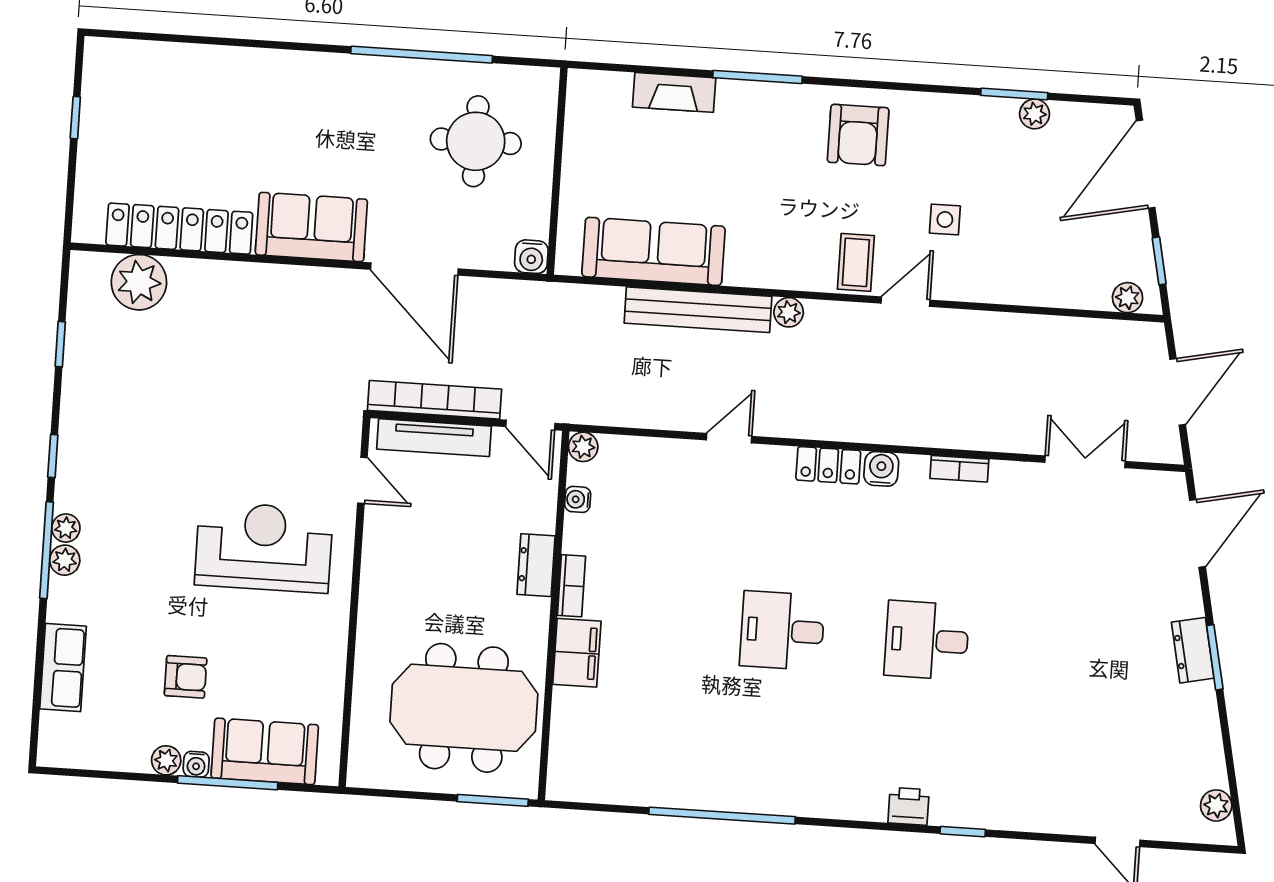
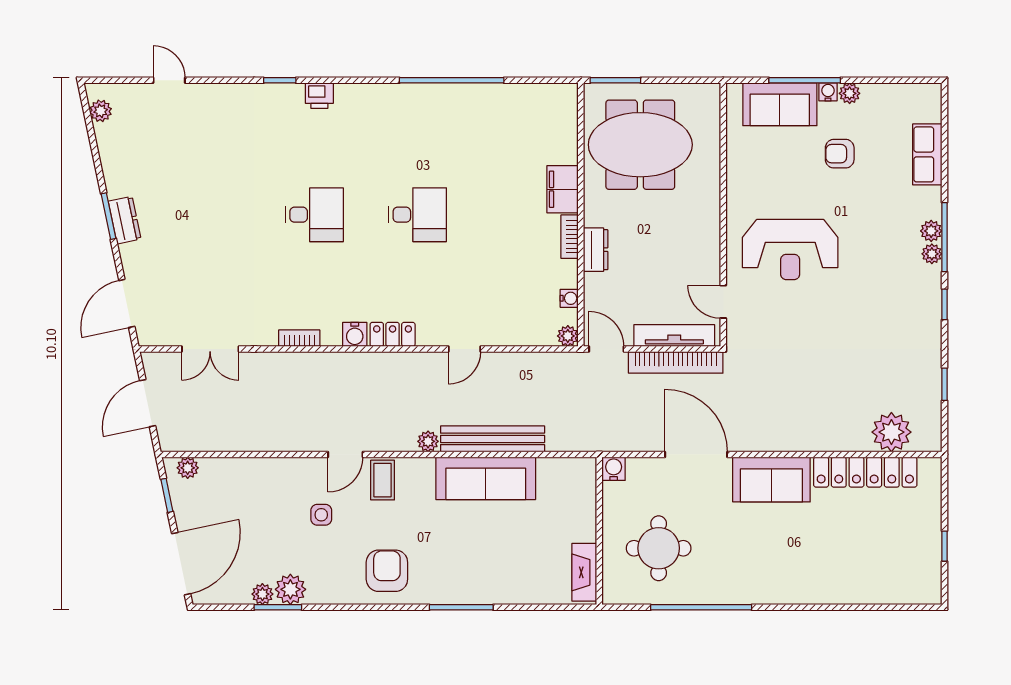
fireplace: (674, 92) -> (584, 572), moved, turned -90
plant: (995, 118) -> (290, 589), added
sofa: (654, 251) -> (486, 478), moved

